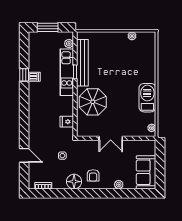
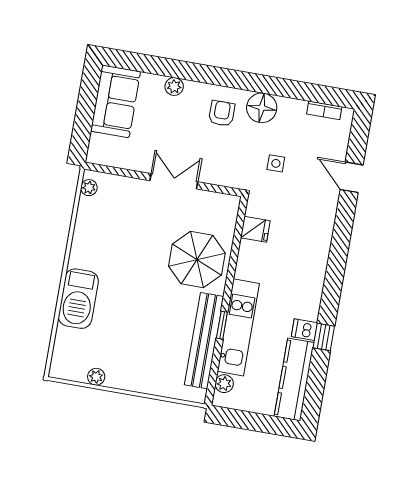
window: (48, 27) -> (261, 423), removed
kitchen counter: (35, 52) -> (294, 379), added
barbecue: (147, 98) -> (78, 299), moved

